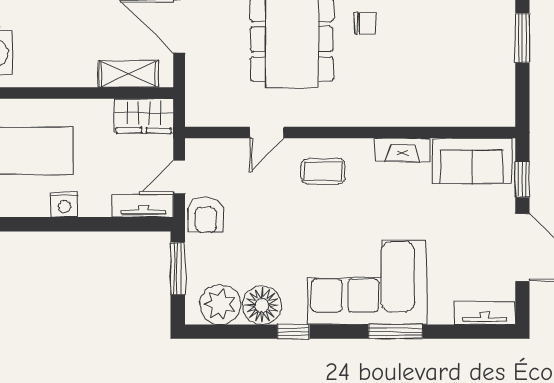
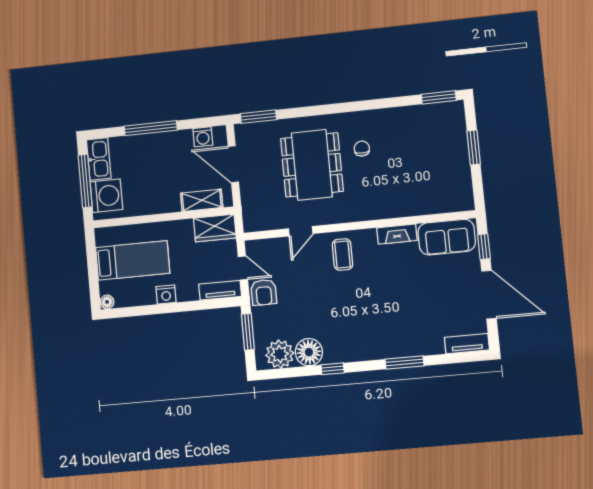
chair: (365, 23) -> (362, 149), turned -90
coffee table: (323, 171) -> (342, 254), turned 90
door: (179, 177) -> (243, 268), swing flipped
corner sofa: (367, 282) -> (381, 329), removed

